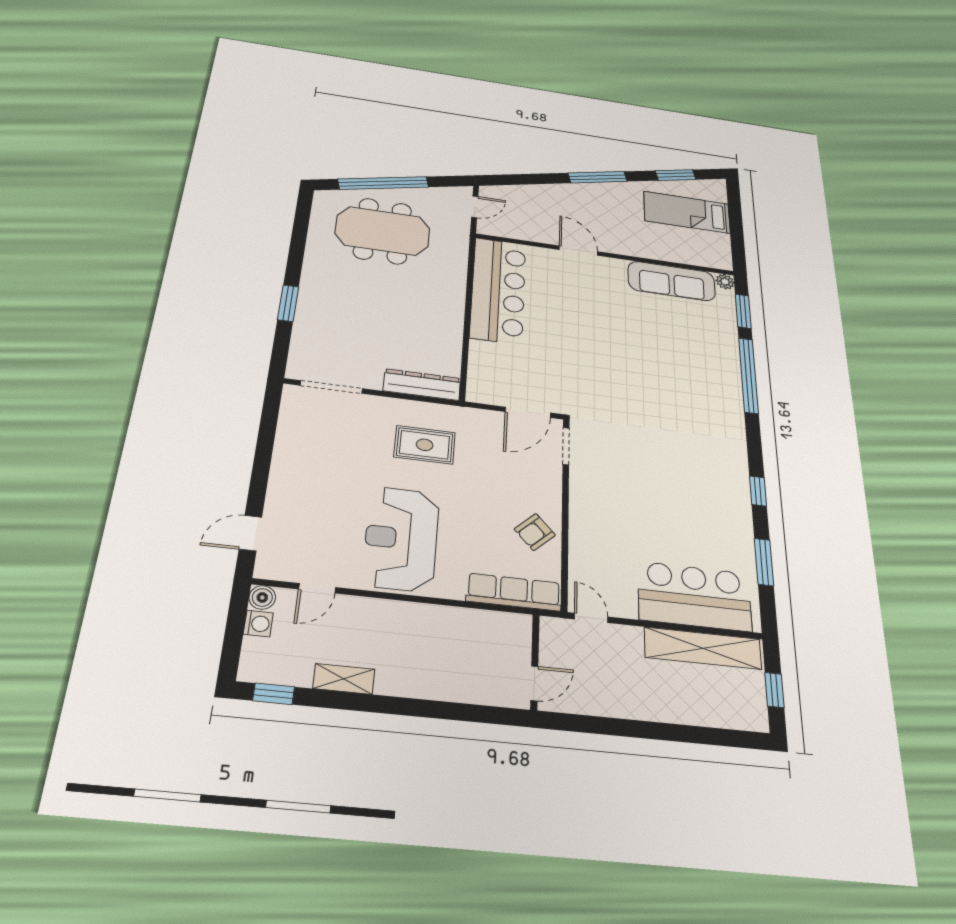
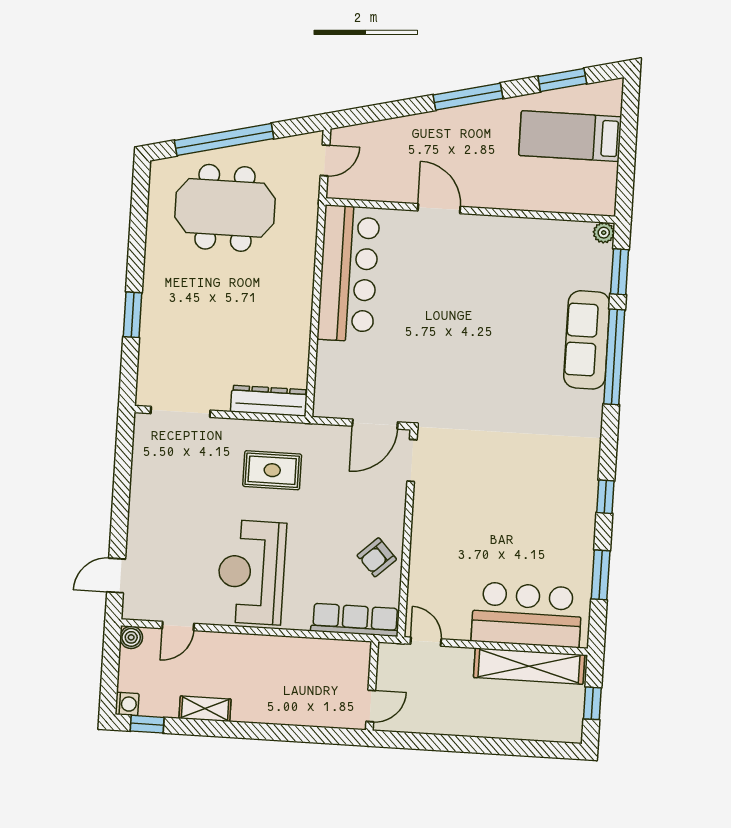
sofa: (672, 281) -> (587, 340), moved, turned 90
washing machine: (258, 624) -> (127, 704), moved

